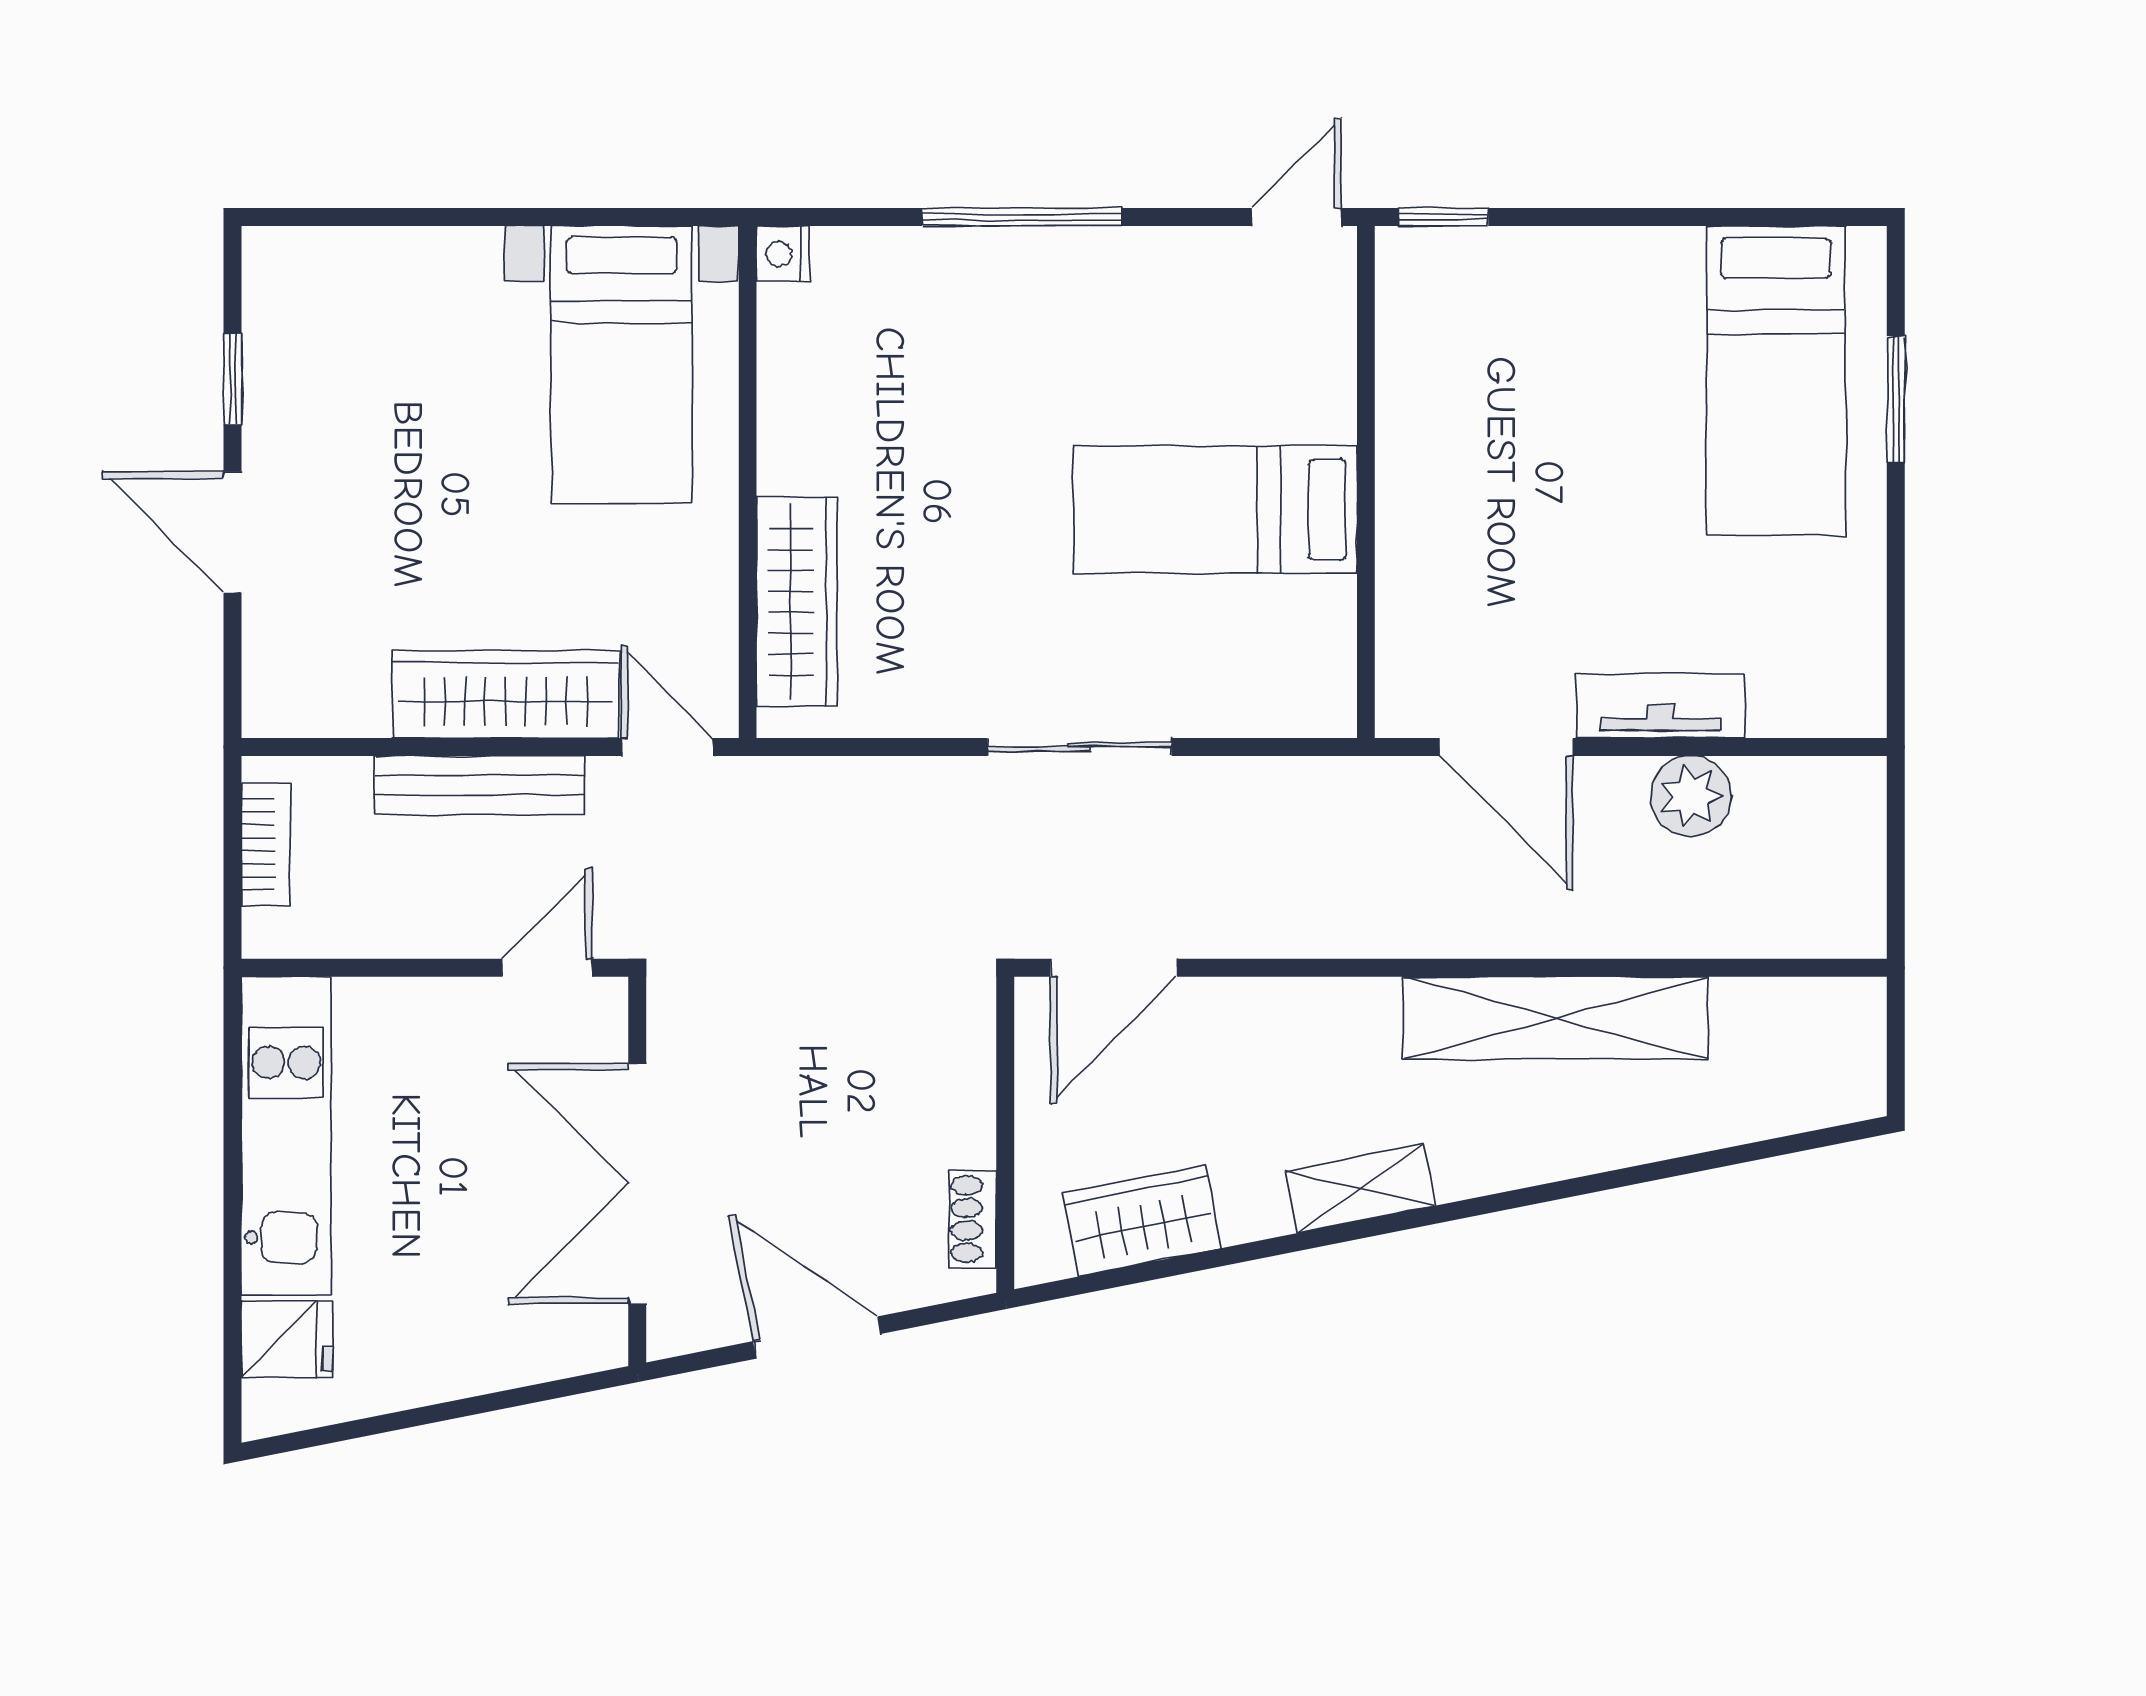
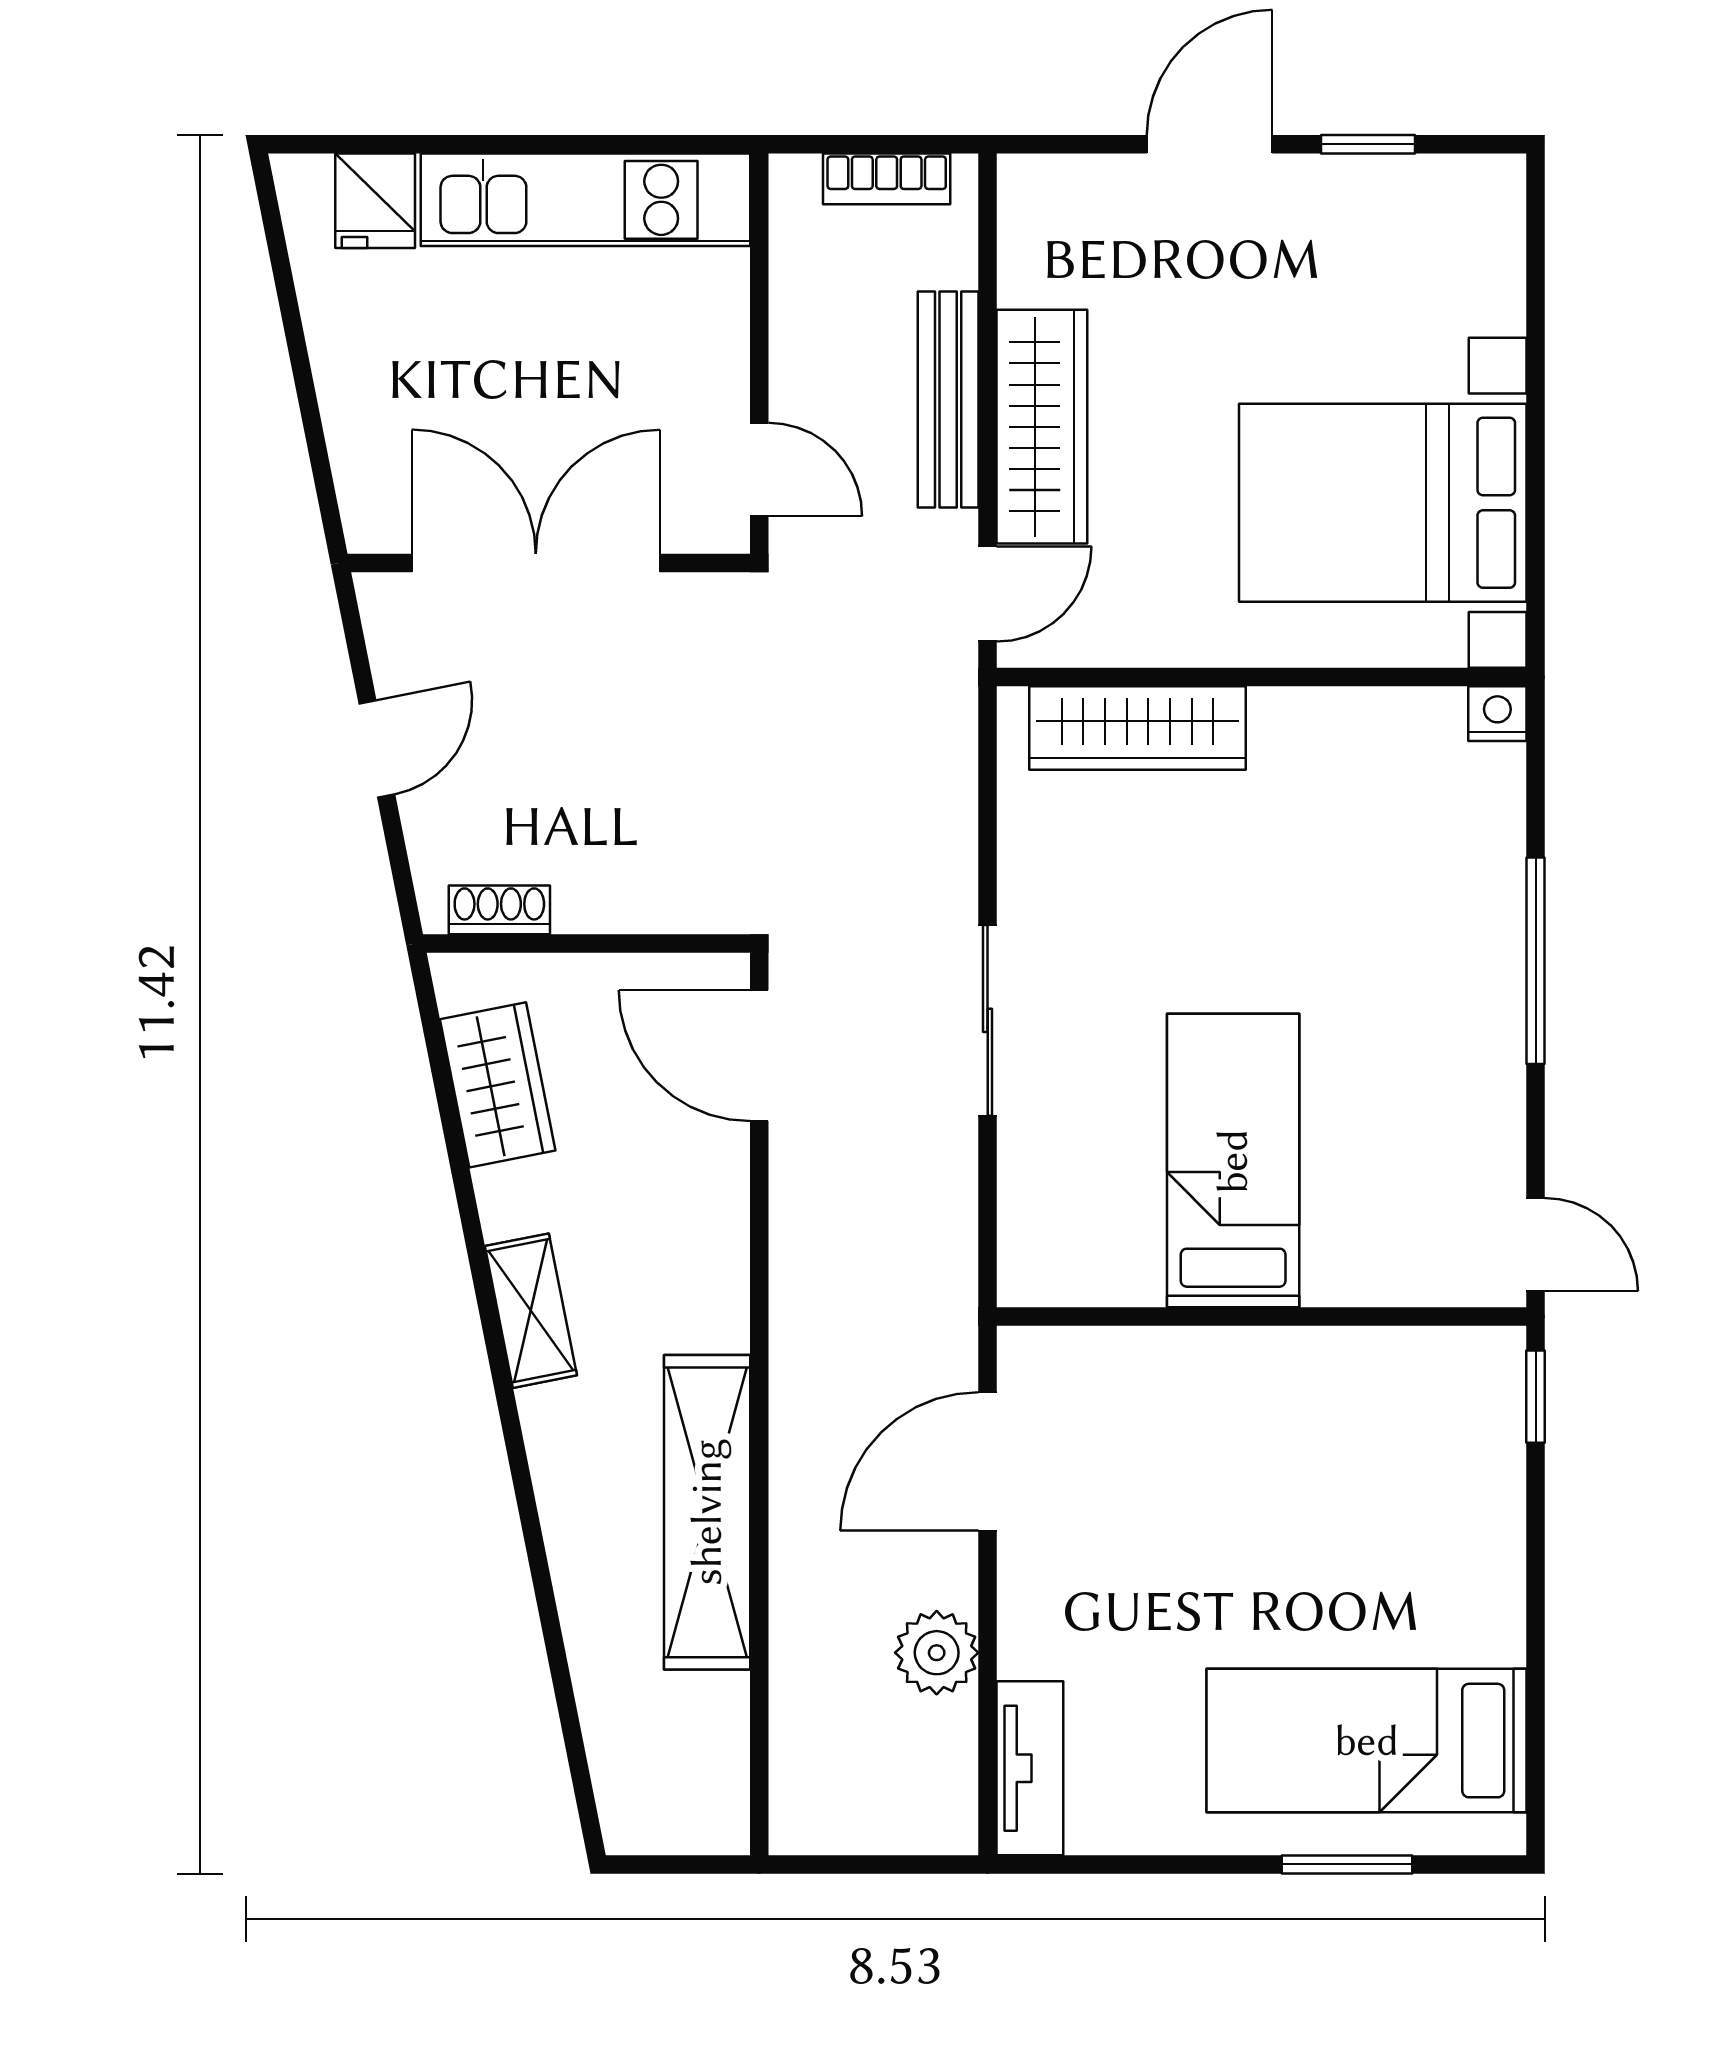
bed with nightstands: (621, 365) -> (1383, 503), width x1.36
tv unit: (1661, 706) -> (1030, 1768), moved
door: (817, 1337) -> (377, 749), width x0.73

